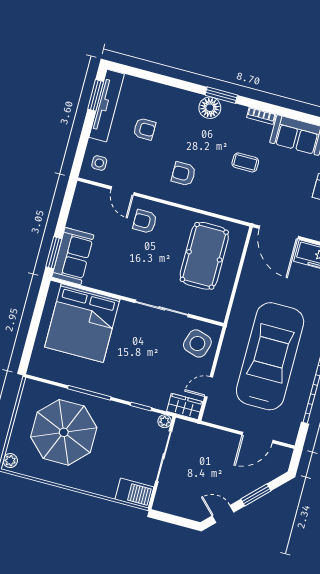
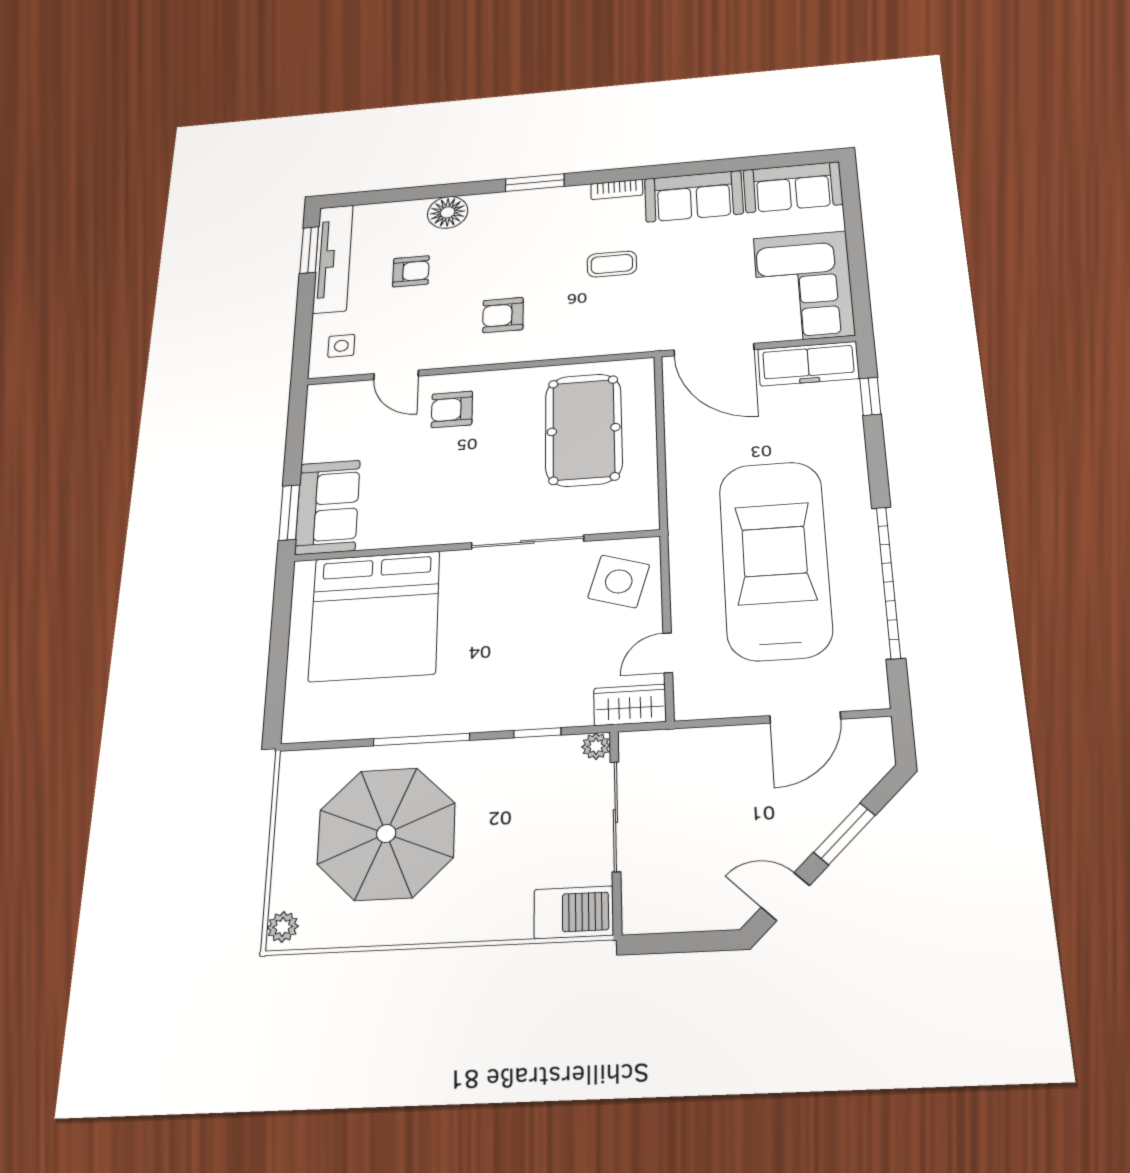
floor lamp: (210, 108) -> (448, 212), moved

